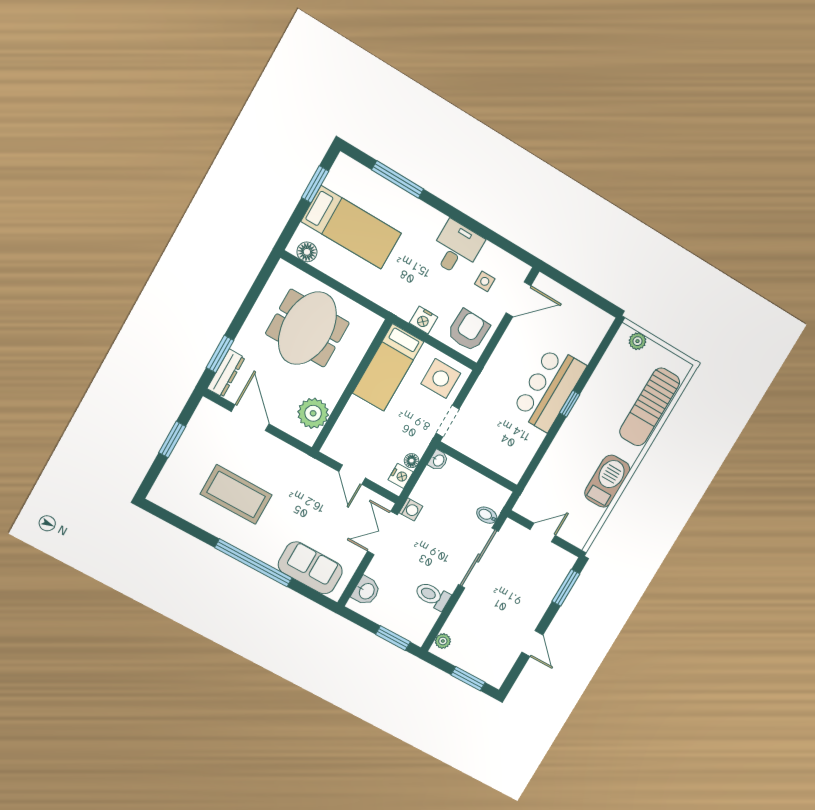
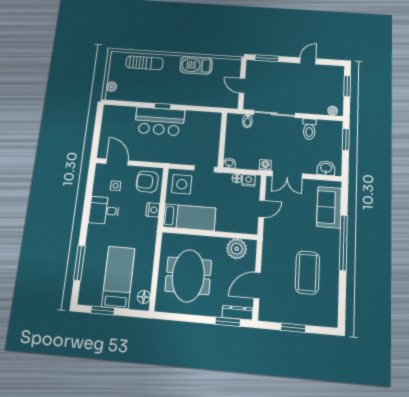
meeting table: (307, 328) -> (188, 276), turned 90
sun lounger: (650, 407) -> (144, 63), width x0.73, depth x0.75

